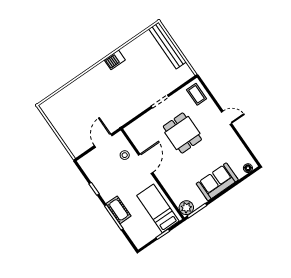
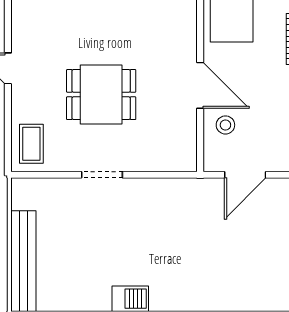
dining table: (182, 133) -> (101, 95), turned 90
door: (146, 164) -> (200, 85), swing flipped

